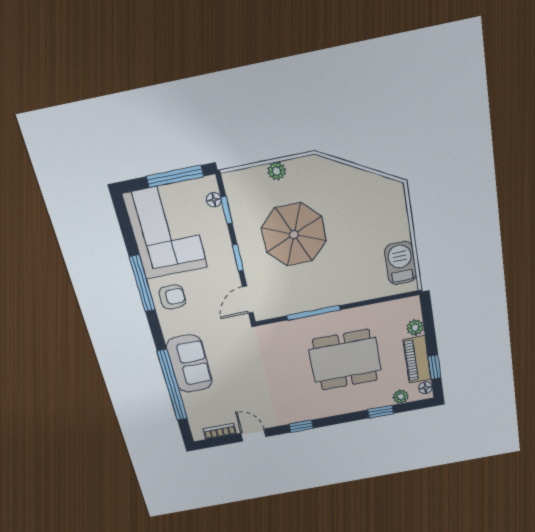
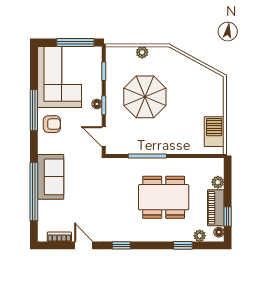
floor lamp: (214, 200) -> (97, 104), moved
door: (248, 300) -> (104, 137), hinge flipped

